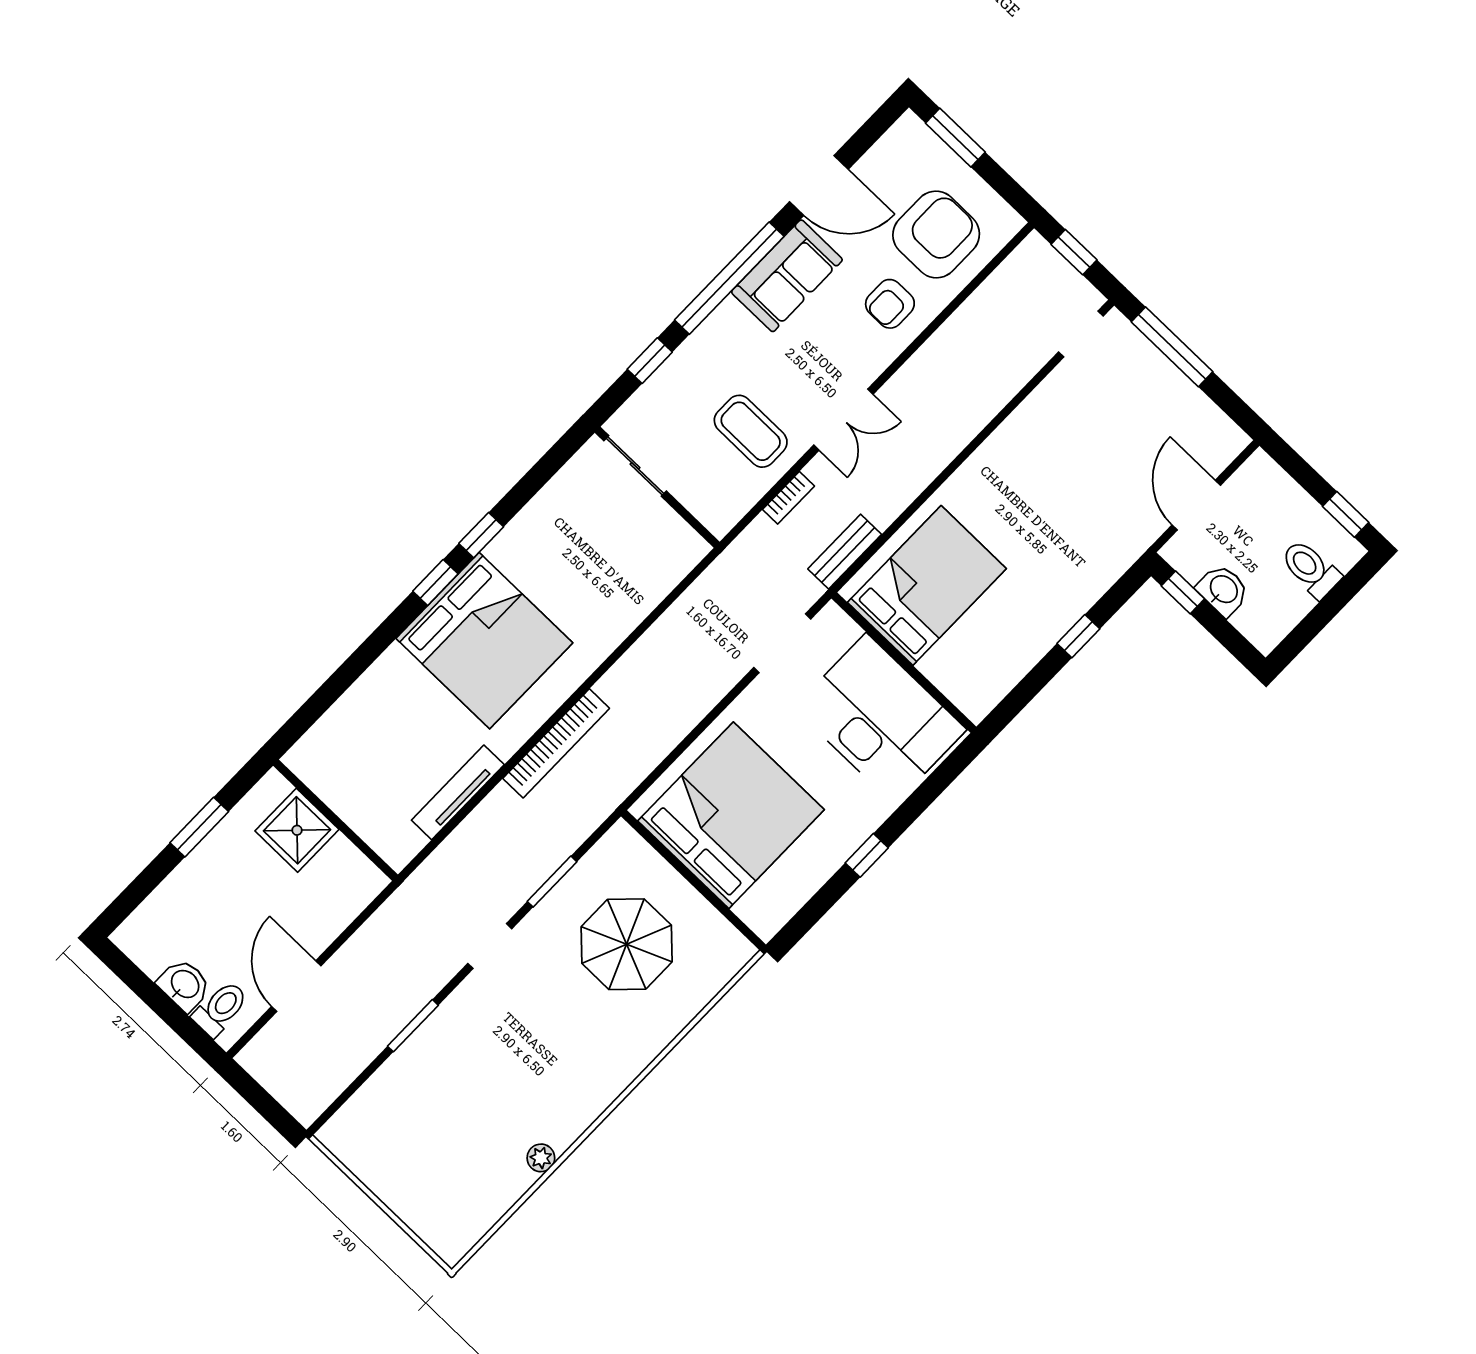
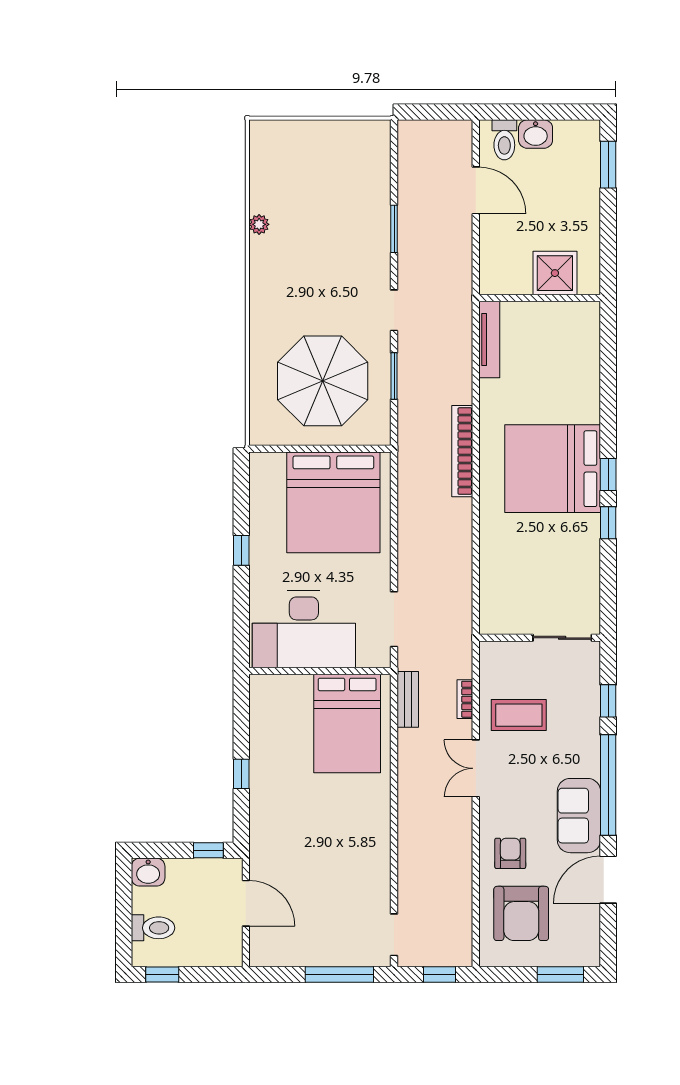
washbasin: (1223, 590) -> (148, 872), moved
tv unit: (458, 792) -> (489, 339), moved
window: (199, 827) -> (608, 165), moved
parasol: (627, 944) -> (323, 381), width x1.36, depth x1.36

